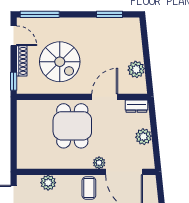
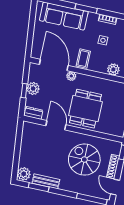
bench: (102, 24) -> (46, 181), added
plant: (136, 69) -> (24, 174), moved
door: (105, 97) -> (56, 125), swing flipped
window: (154, 131) -> (24, 91), added

